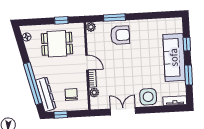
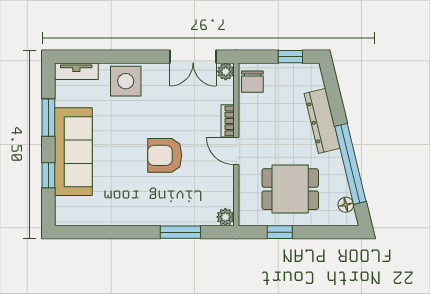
armchair: (120, 35) -> (165, 155), moved
window: (33, 84) -> (350, 164), moved
plant: (94, 93) -> (226, 72), moved
dresser: (46, 94) -> (322, 121), moved
chair: (71, 94) -> (252, 82), moved
double door: (123, 111) -> (193, 57), moved

